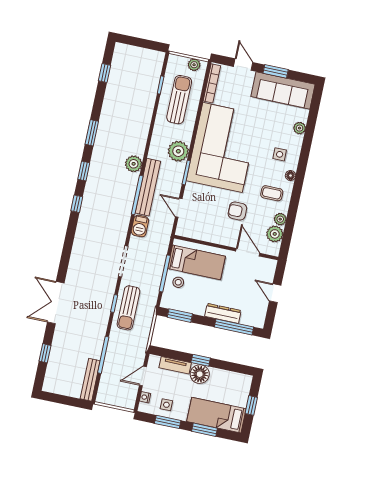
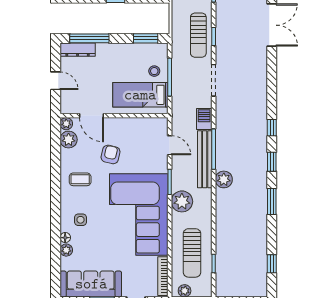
floor lamp: (291, 176) -> (65, 238), moved
armchair: (237, 211) -> (111, 154), turned -77
plant: (280, 219) -> (66, 124), moved
sun lounger: (128, 308) -> (198, 35), turned 180
dresser: (223, 313) -> (78, 50), moved

